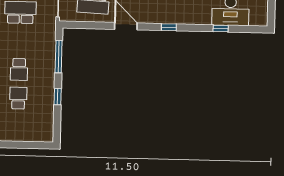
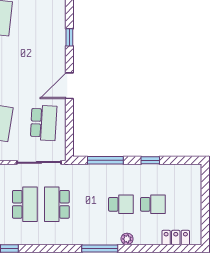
school desk: (18, 98) -> (153, 204), turned 180

